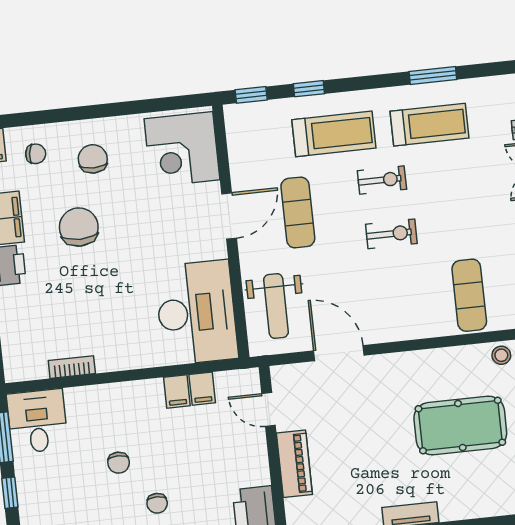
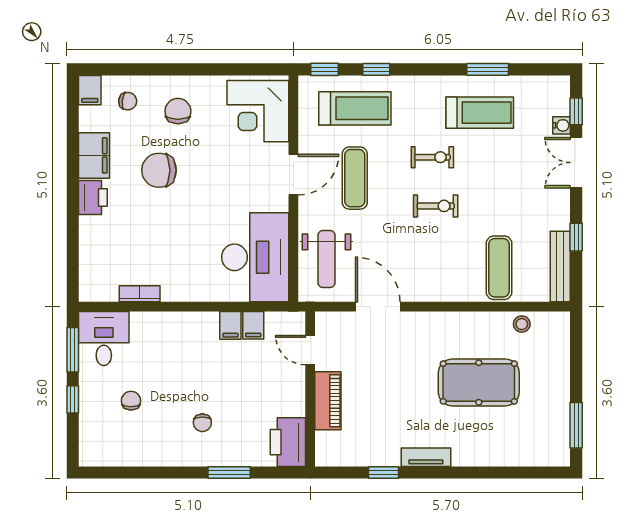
treadmill: (334, 134) -> (355, 108), moved
chair: (79, 227) -> (159, 170), turned -90
chair: (119, 463) -> (131, 401), moved, turned 180

